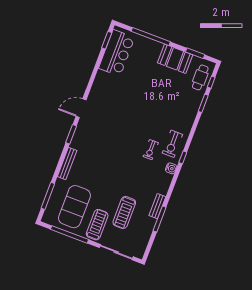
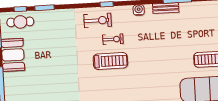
water cooler: (171, 168) -> (139, 10), moved
treadmill: (124, 212) -> (110, 61), moved

